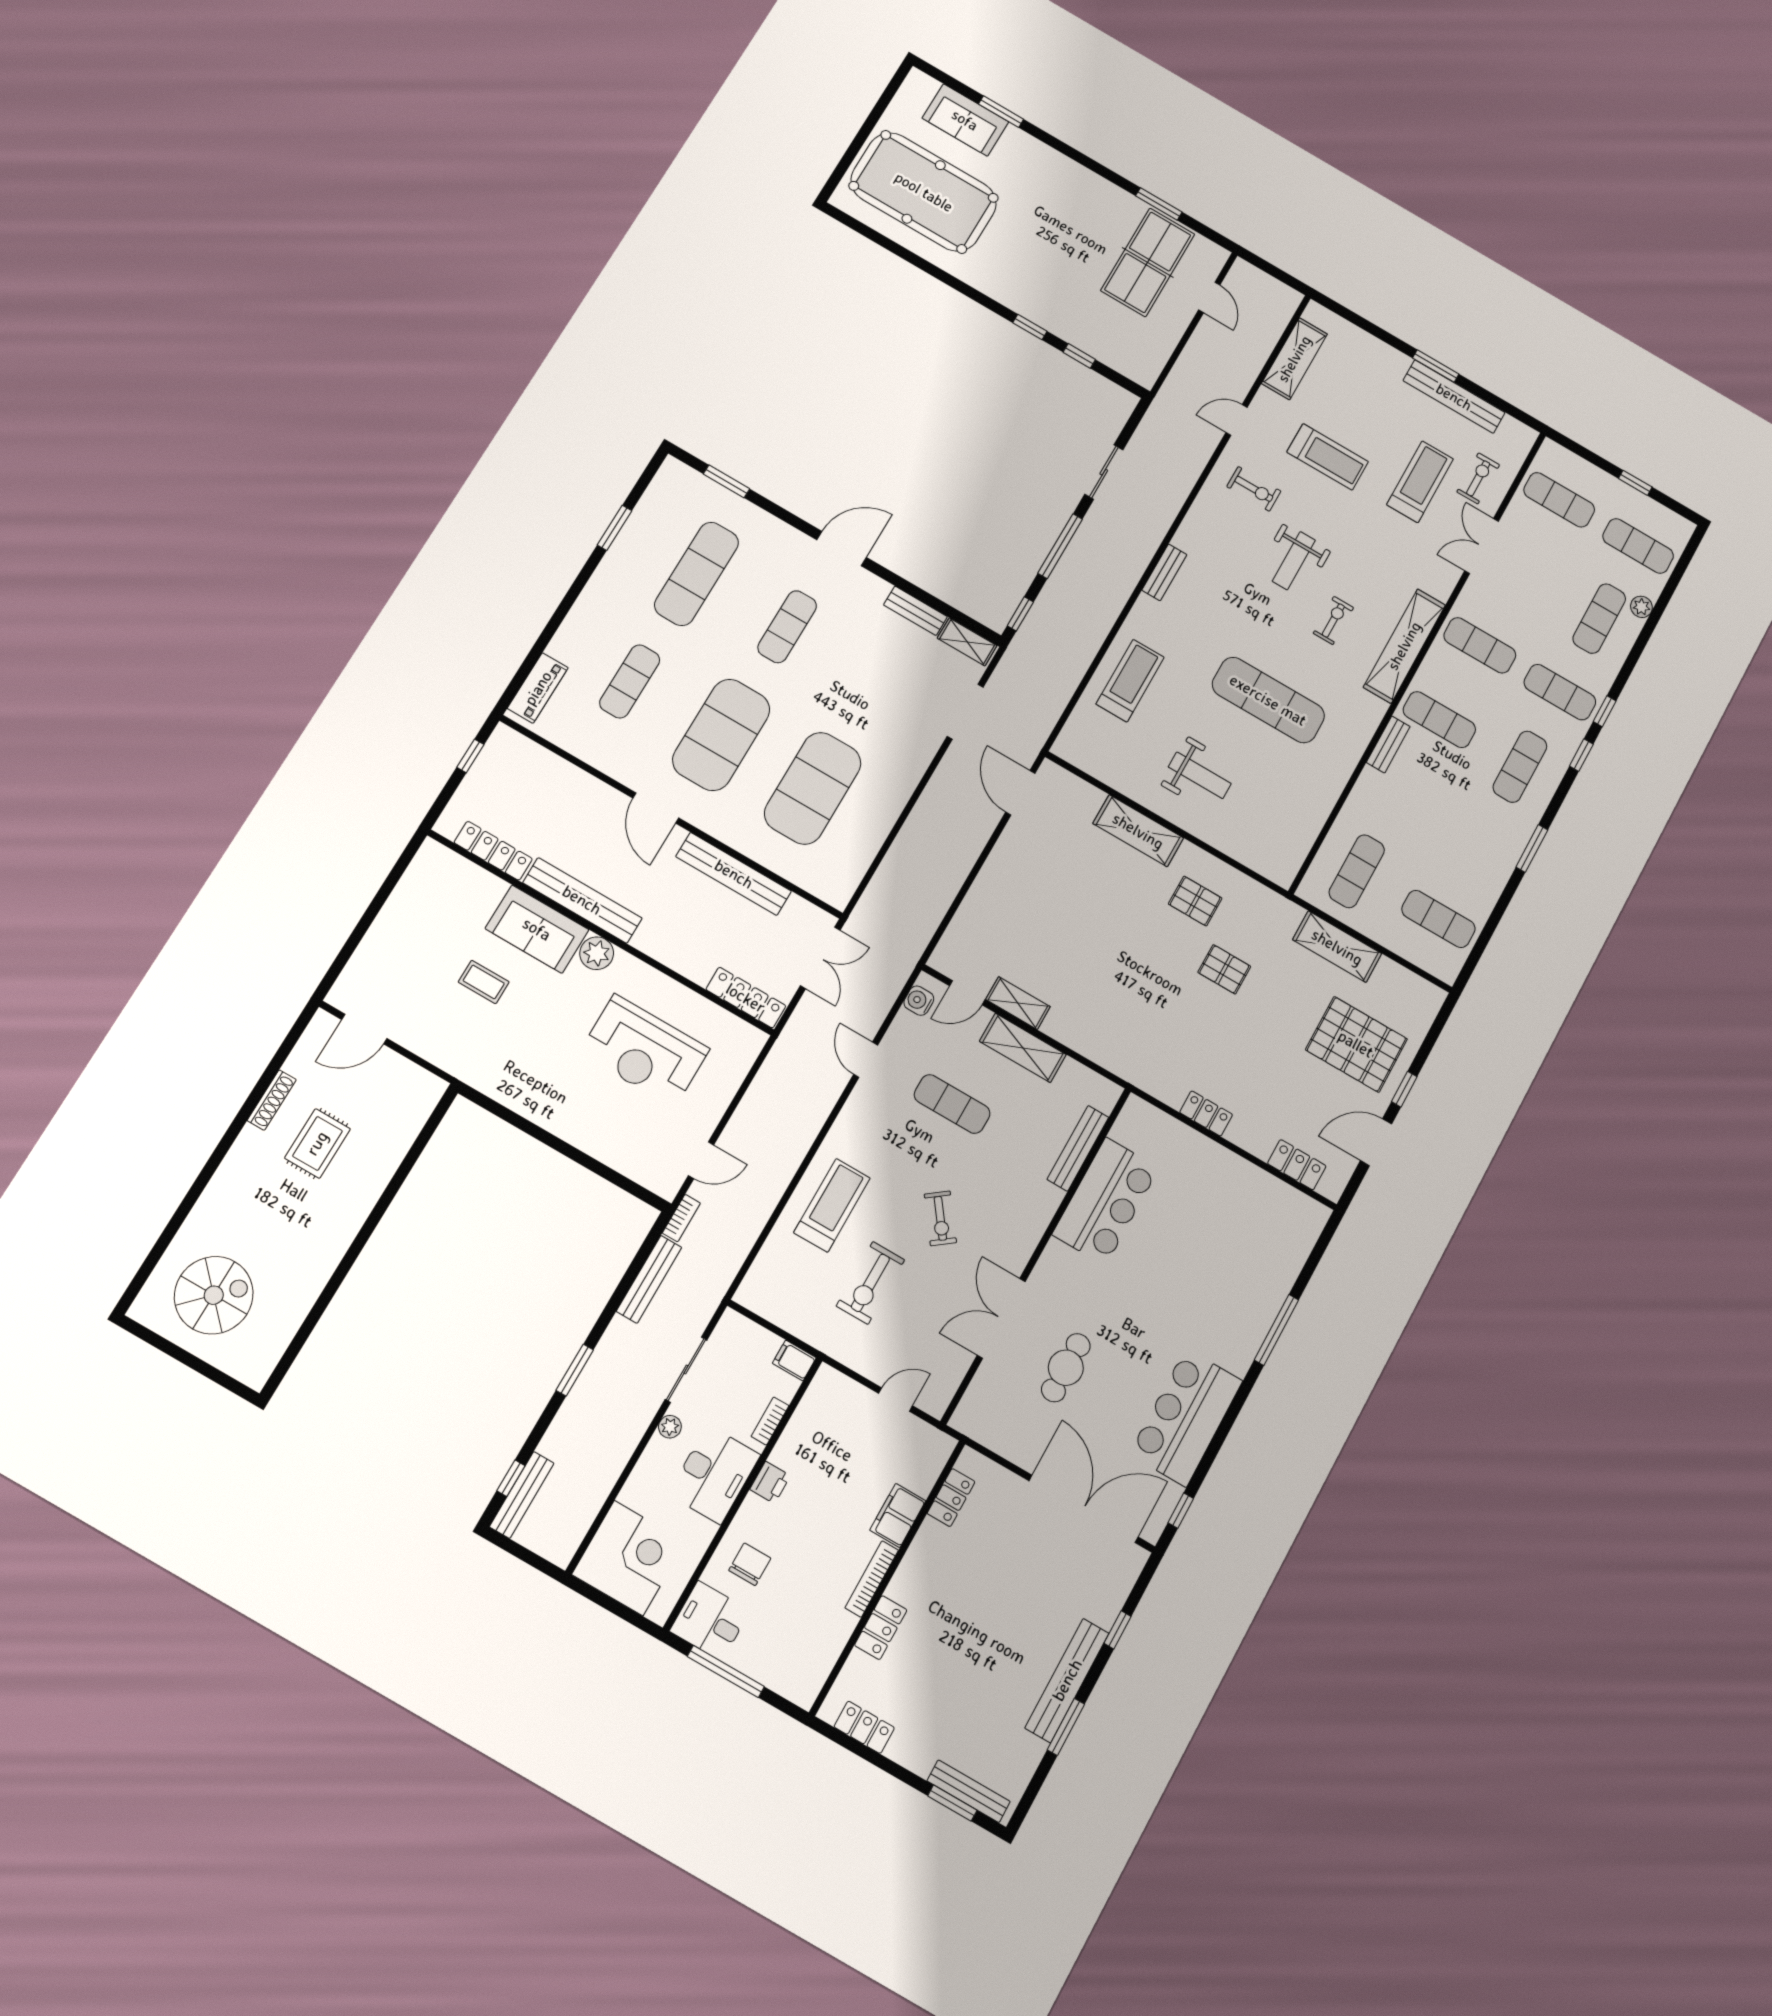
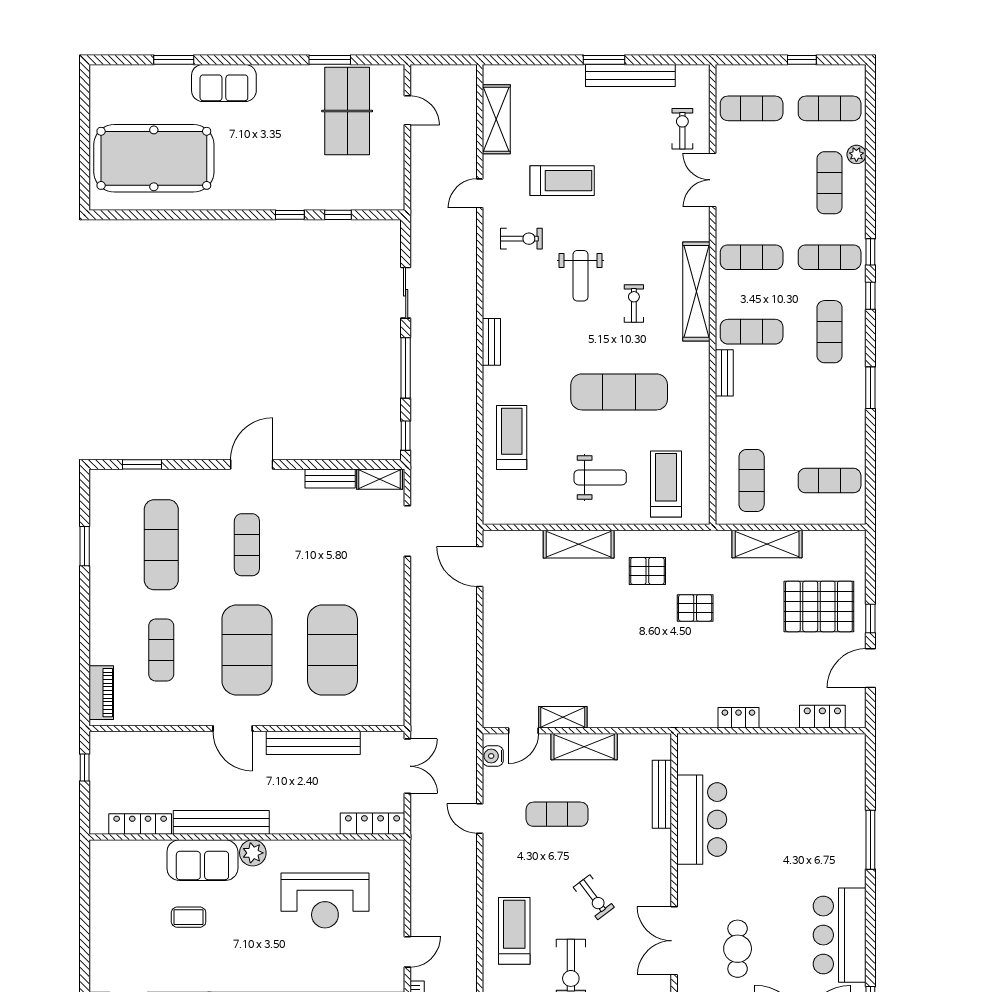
sofa: (965, 120) -> (224, 83), moved
treadmill: (1420, 482) -> (666, 484), moved

